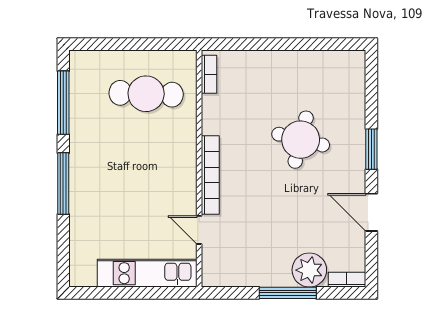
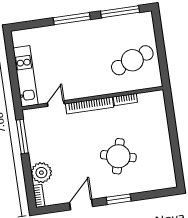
bookcase: (209, 74) -> (125, 100), moved
cafe table: (146, 94) -> (132, 60), turned 68
window: (288, 293) -> (22, 136), moved

